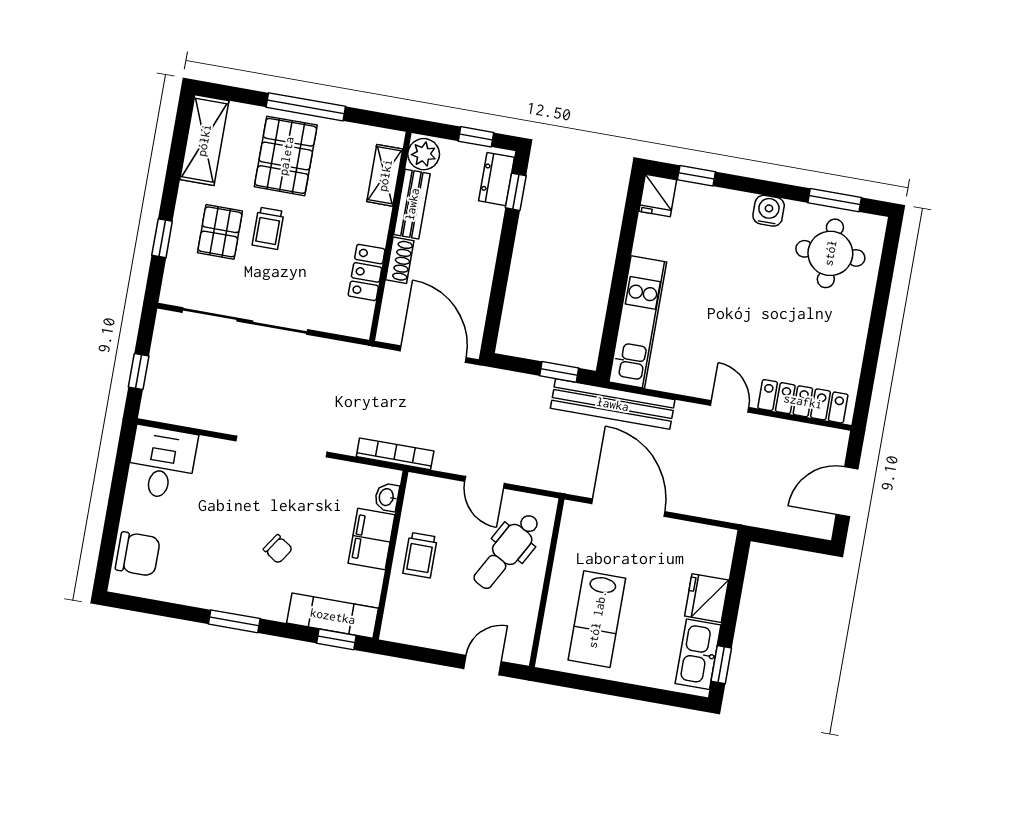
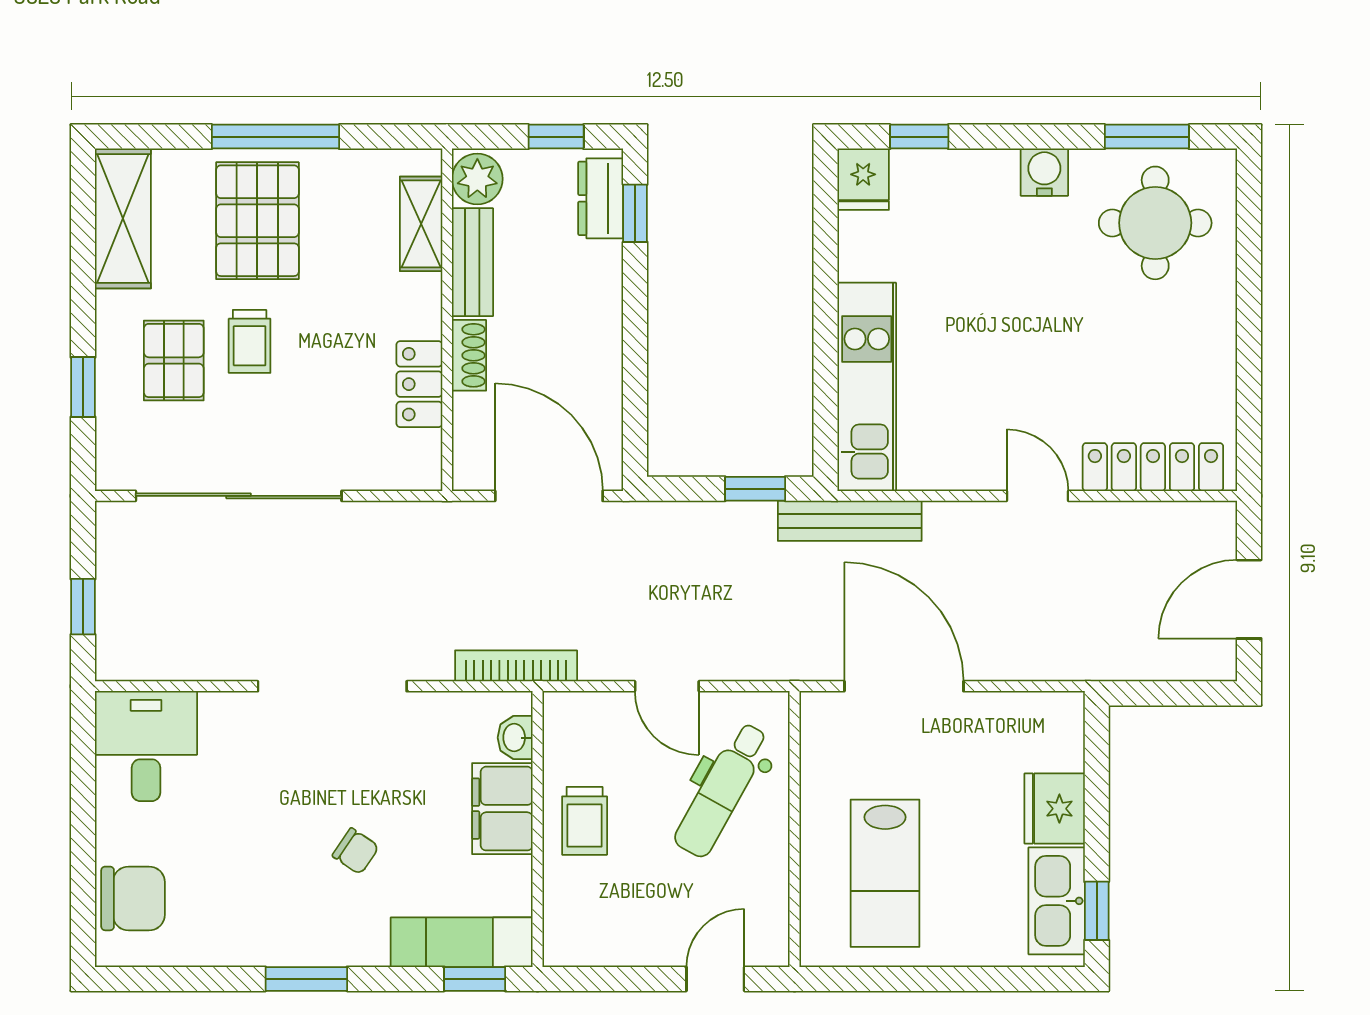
bench: (613, 404) -> (850, 521), width x0.73, depth x0.82

